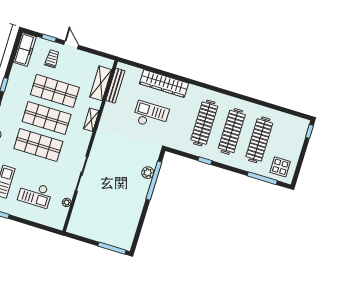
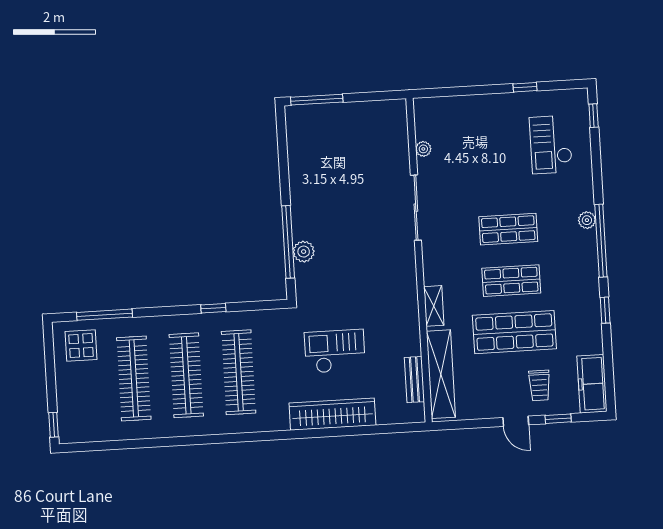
shelving: (101, 83) -> (441, 374), width x1.47
bench: (115, 86) -> (414, 380), width x0.73
checkout: (151, 115) -> (335, 351), turned 180
shop shelf: (47, 118) -> (511, 281), width x0.70, depth x0.74
shop shelf: (38, 145) -> (508, 229), width x0.70, depth x0.74
checkout: (35, 194) -> (483, 143), removed

